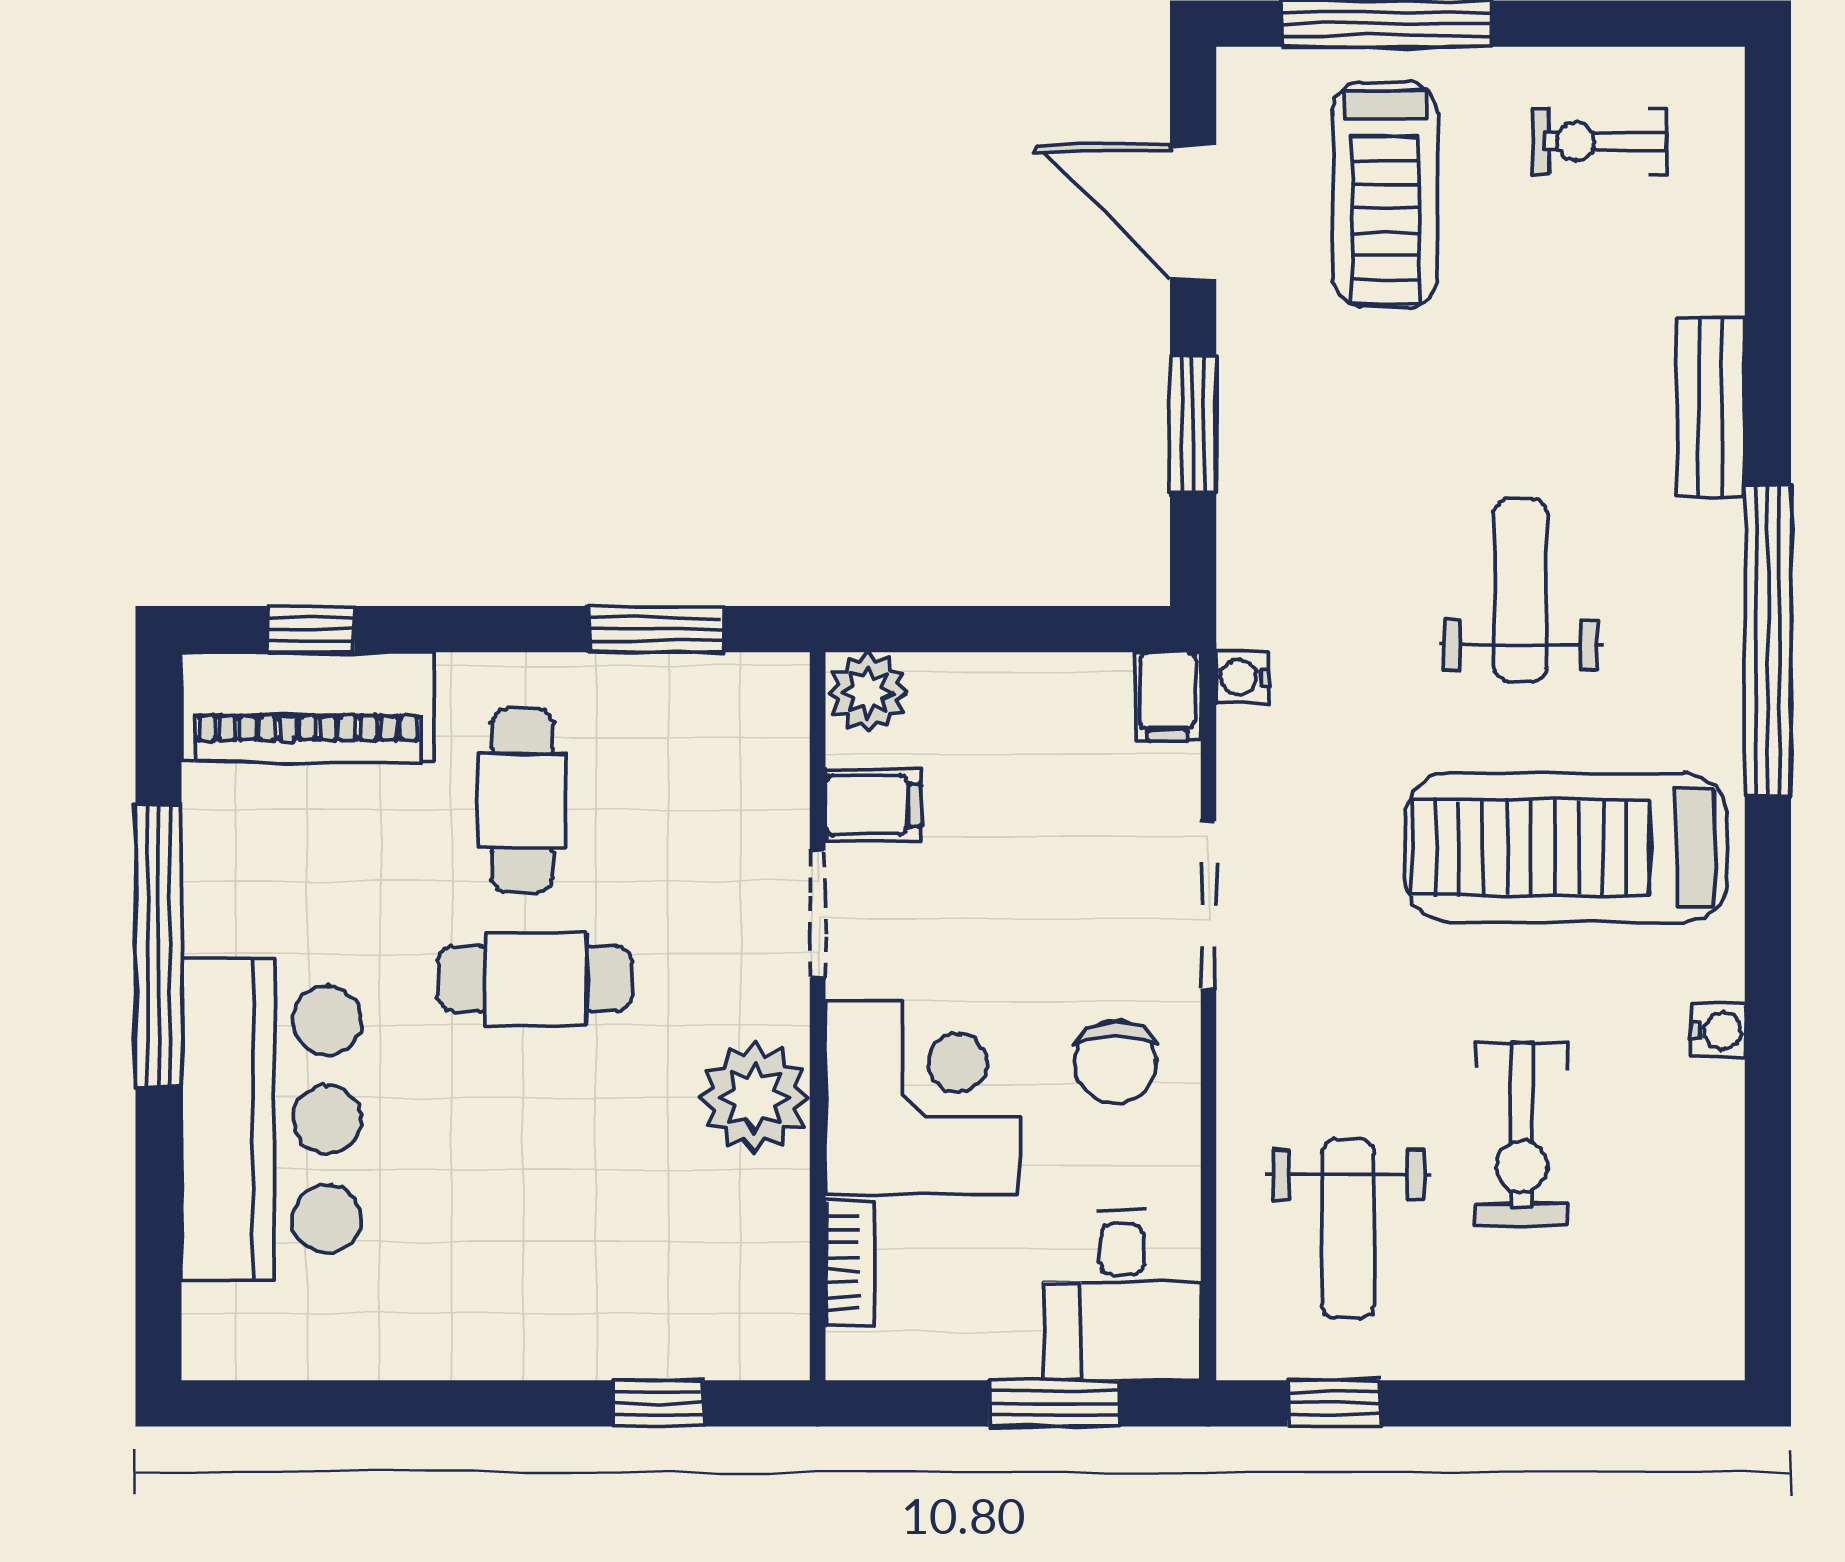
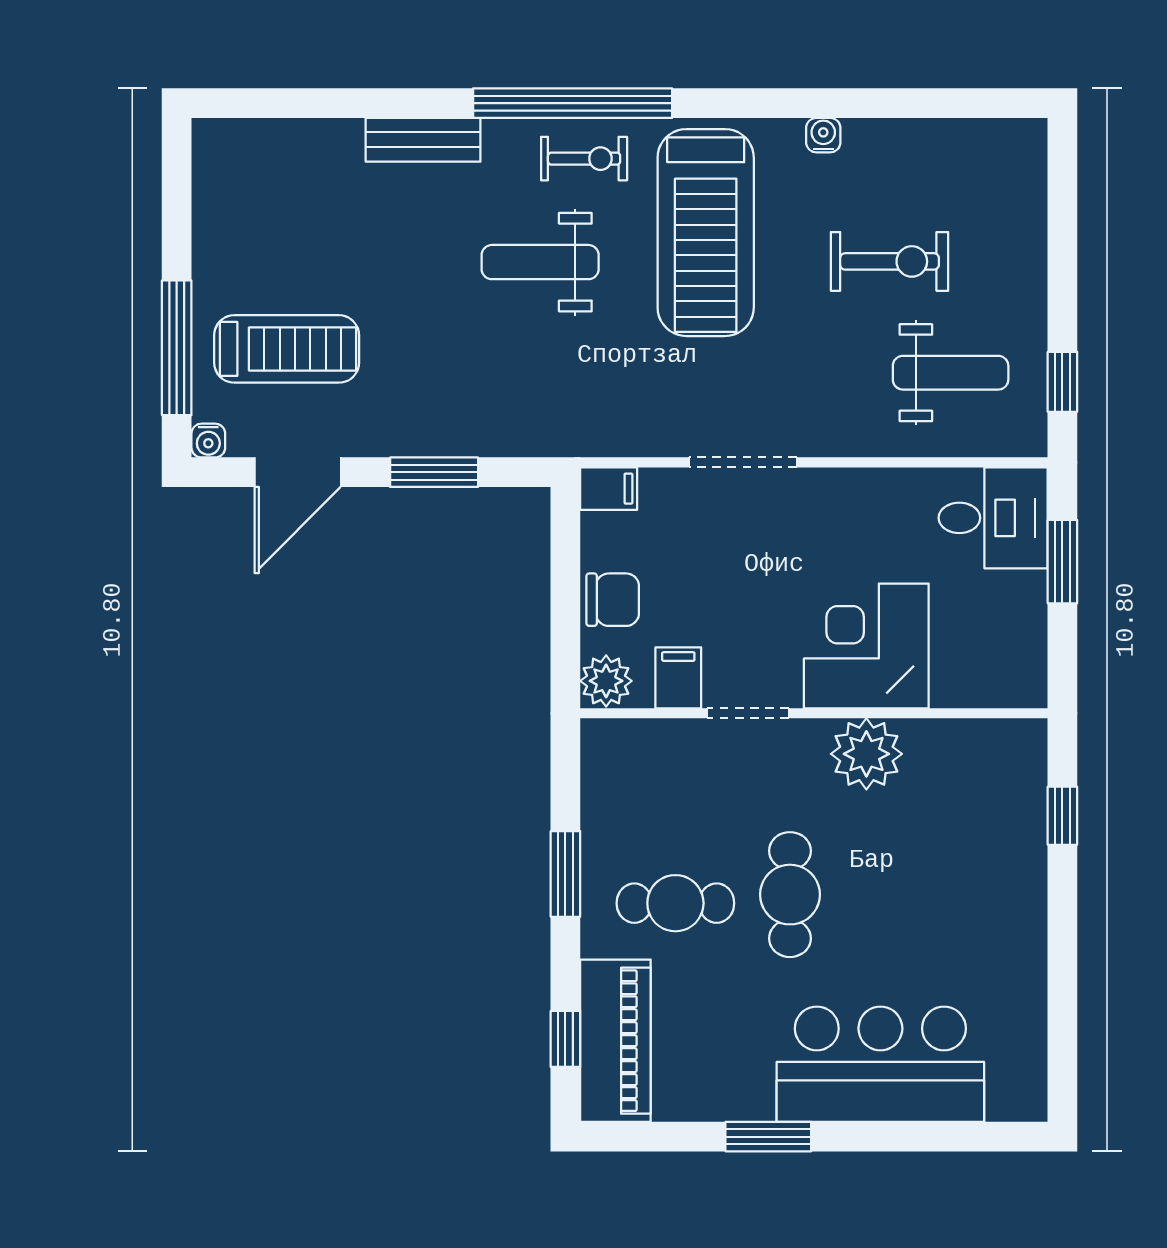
exercise bike: (1600, 141) -> (584, 159), moved, turned -90
window: (656, 629) -> (565, 874), moved
water cooler: (1242, 677) -> (208, 441), moved
window: (158, 945) -> (768, 1137), width x0.47
chair: (1115, 1062) -> (613, 600), moved
bookcase: (850, 1263) -> (973, 692), removed

